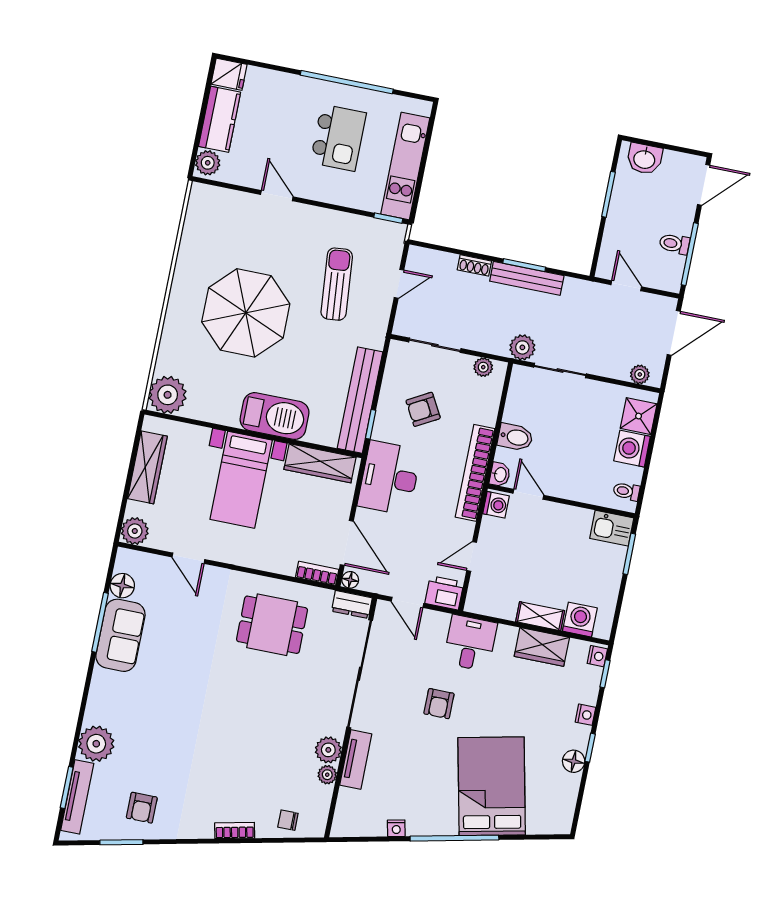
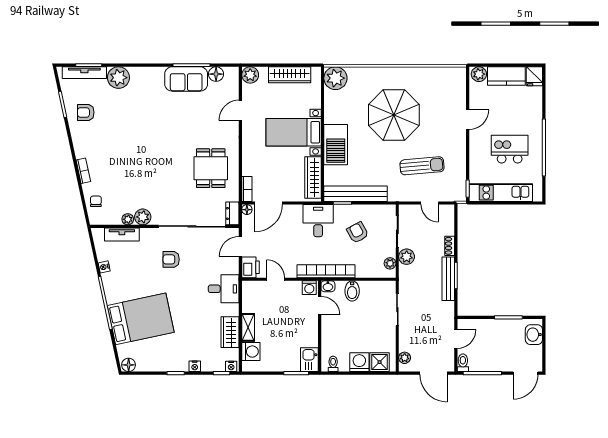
kitchen island: (338, 138) -> (510, 149), turned 180
door: (704, 185) -> (526, 373), hinge flipped
toilet: (674, 244) -> (463, 363), moved
plant: (522, 347) -> (407, 257), moved
desk: (389, 478) -> (318, 221), width x0.73
door: (528, 494) -> (320, 306), hinge flipped
armchair: (439, 704) -> (171, 259), moved
tv unit: (356, 760) -> (122, 235), moved
floor lamp: (574, 761) -> (129, 365), moved

